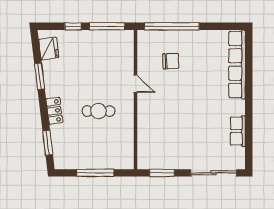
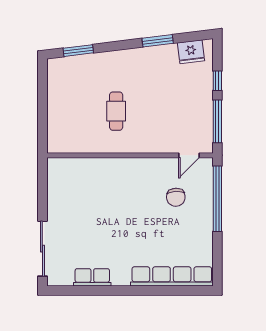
door: (136, 84) -> (189, 155), moved
locker: (54, 111) -> (117, 58), removed
window: (95, 173) -> (42, 107), removed
window: (162, 173) -> (42, 187), removed

